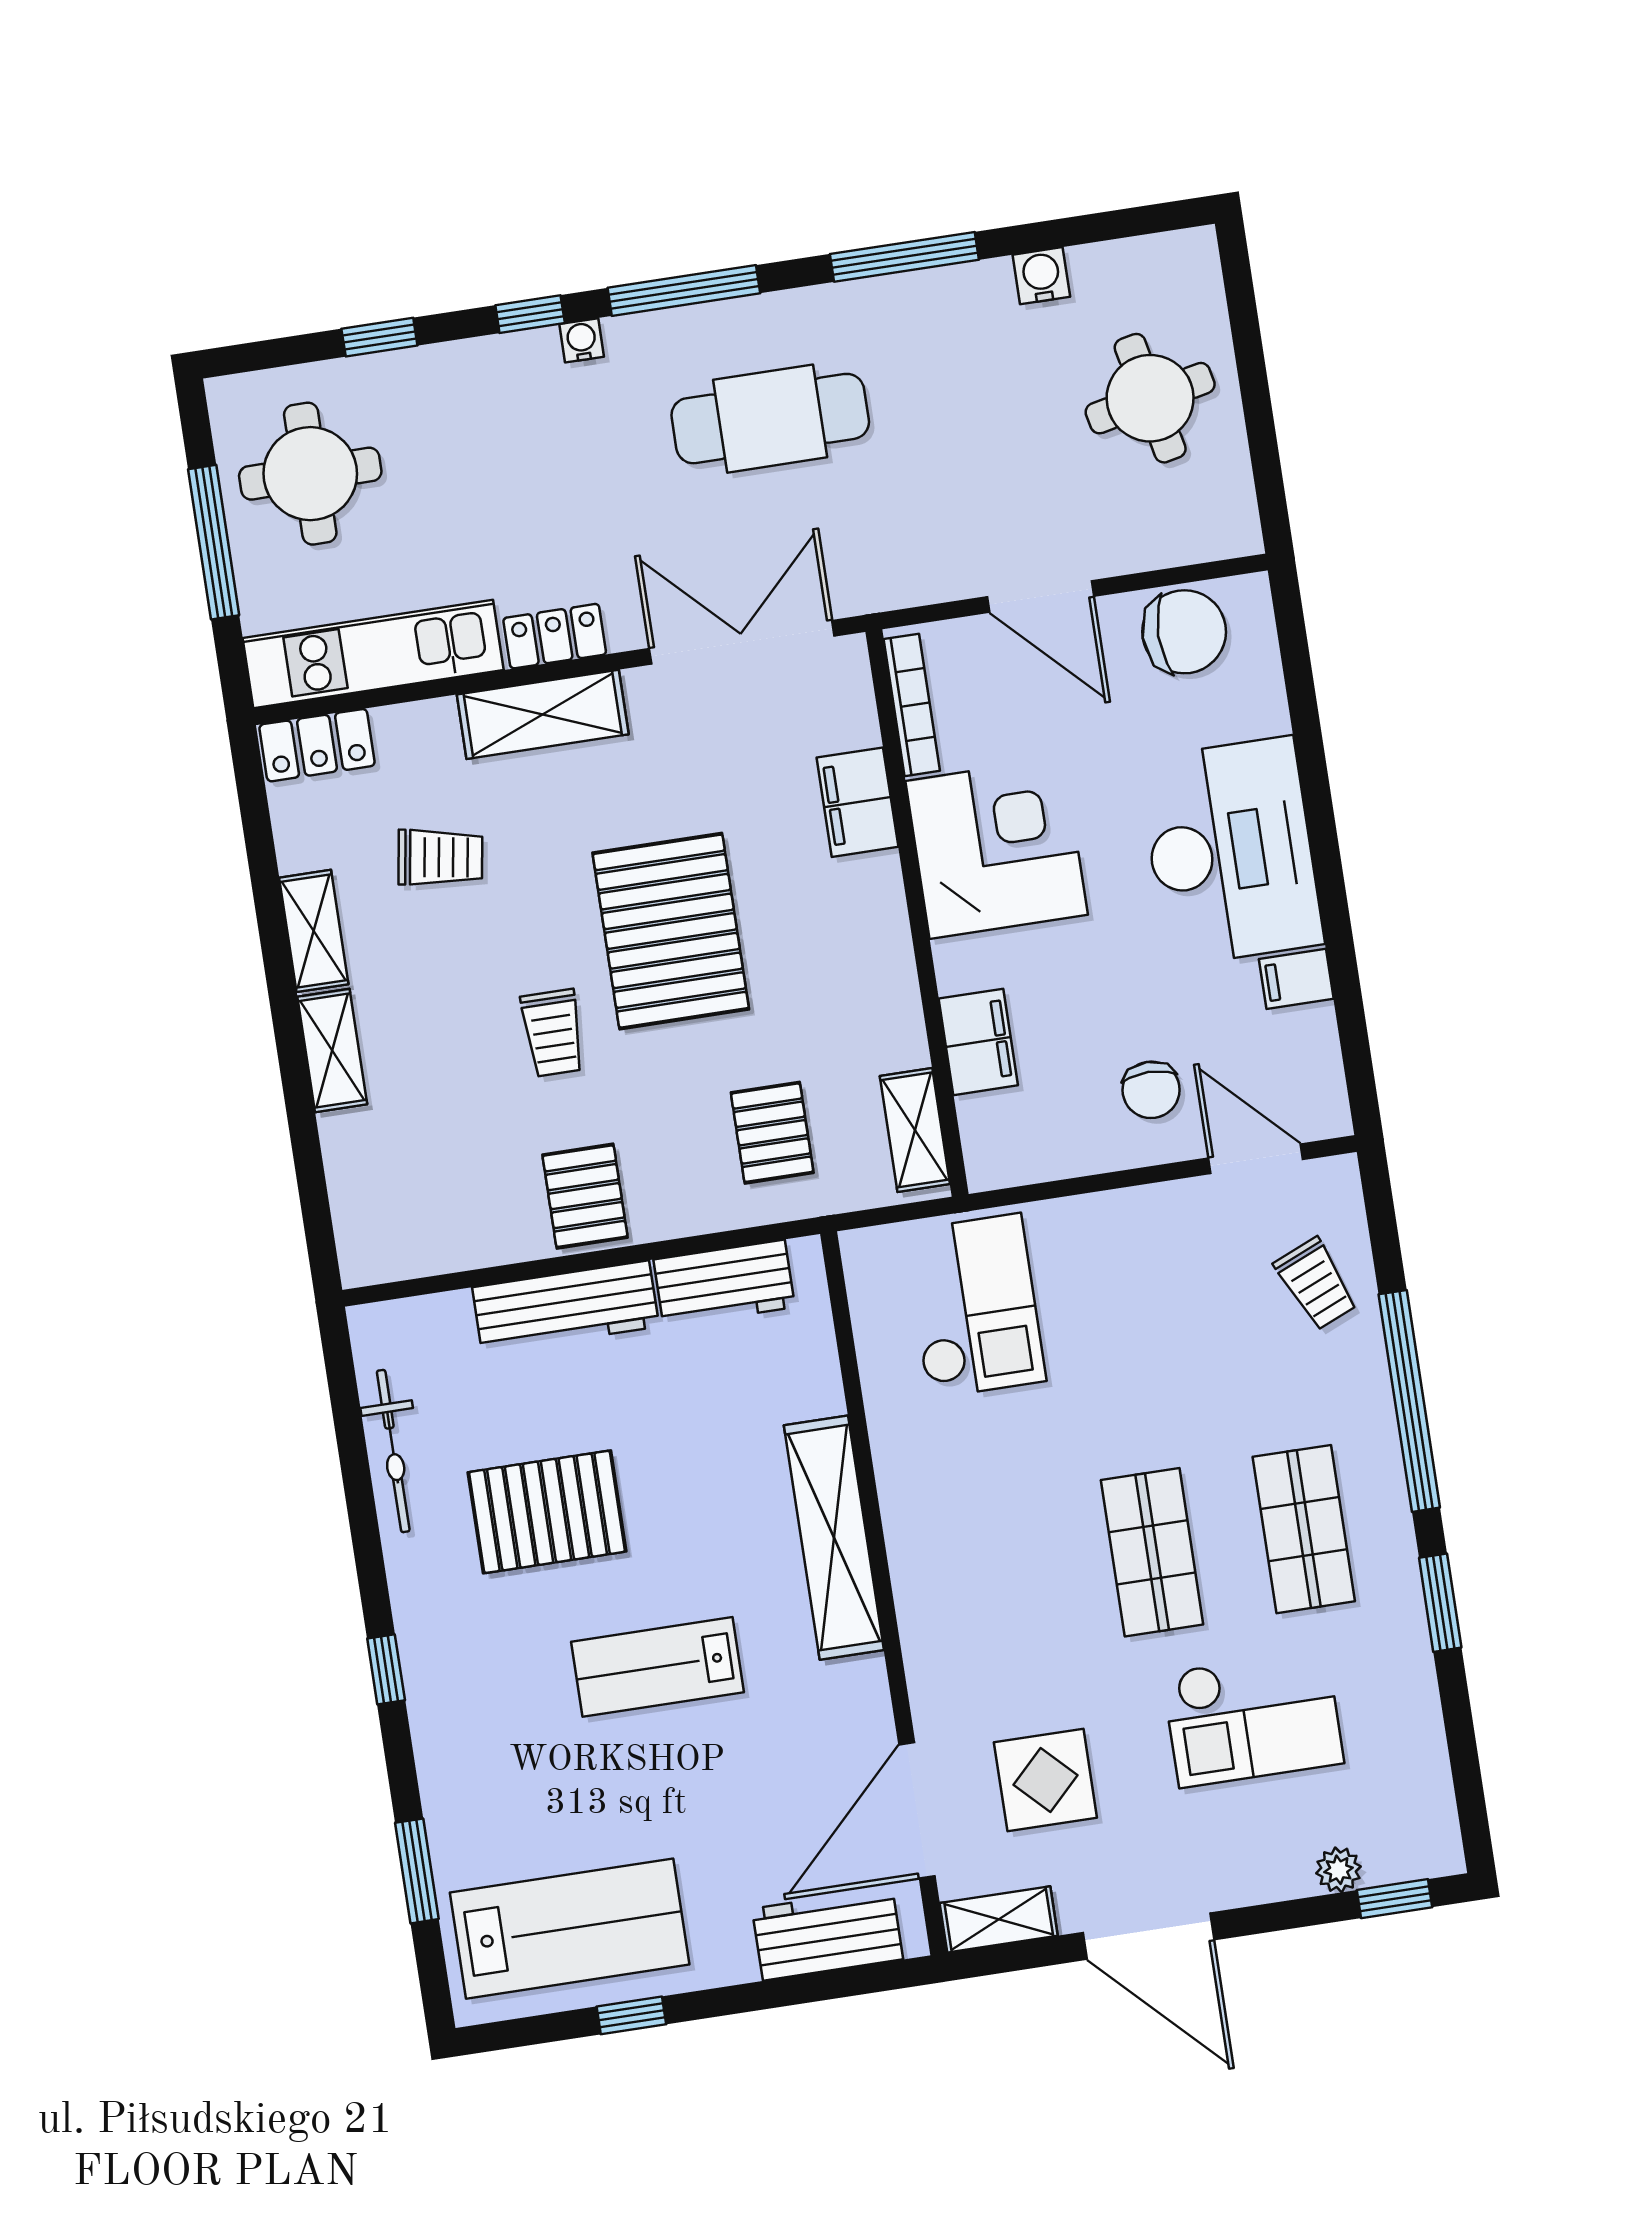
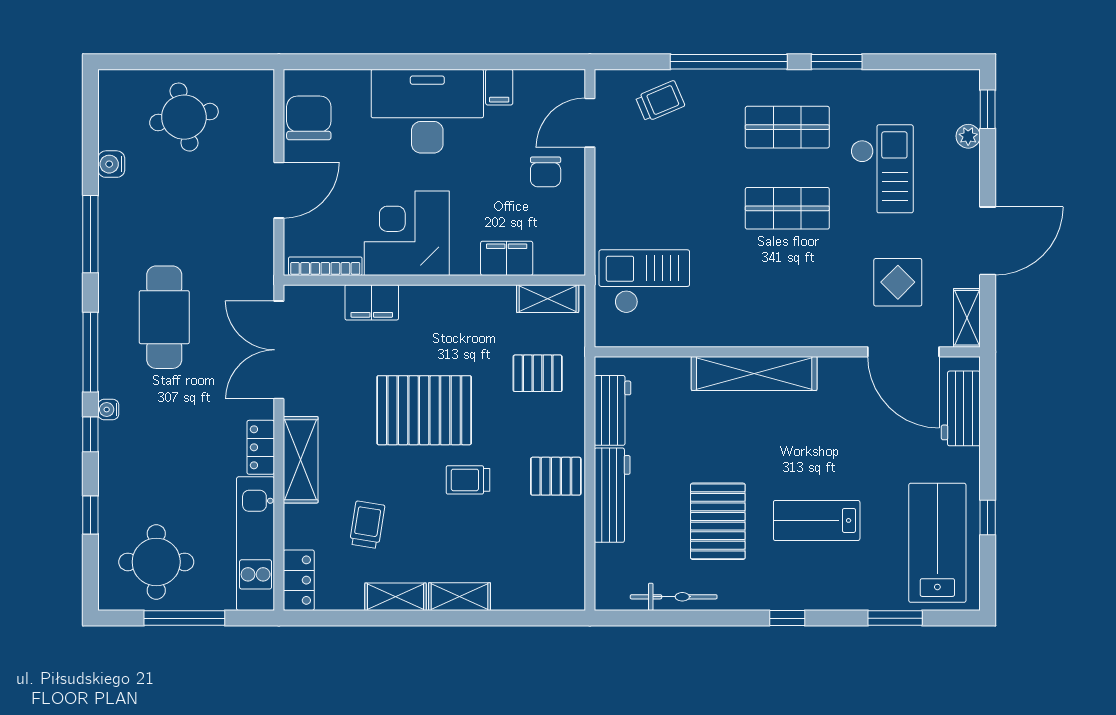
trolley: (553, 1033) -> (468, 480), turned 180
chair: (1151, 1090) -> (546, 172), turned 90
lab bench: (657, 1667) -> (817, 520), moved, turned 90

